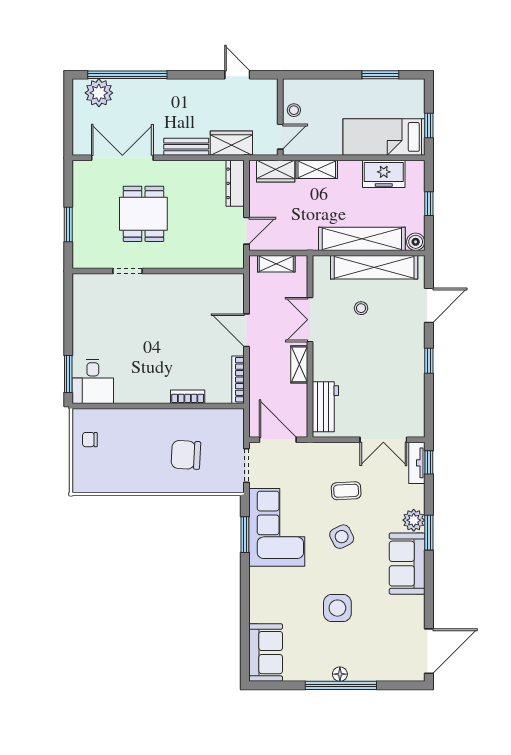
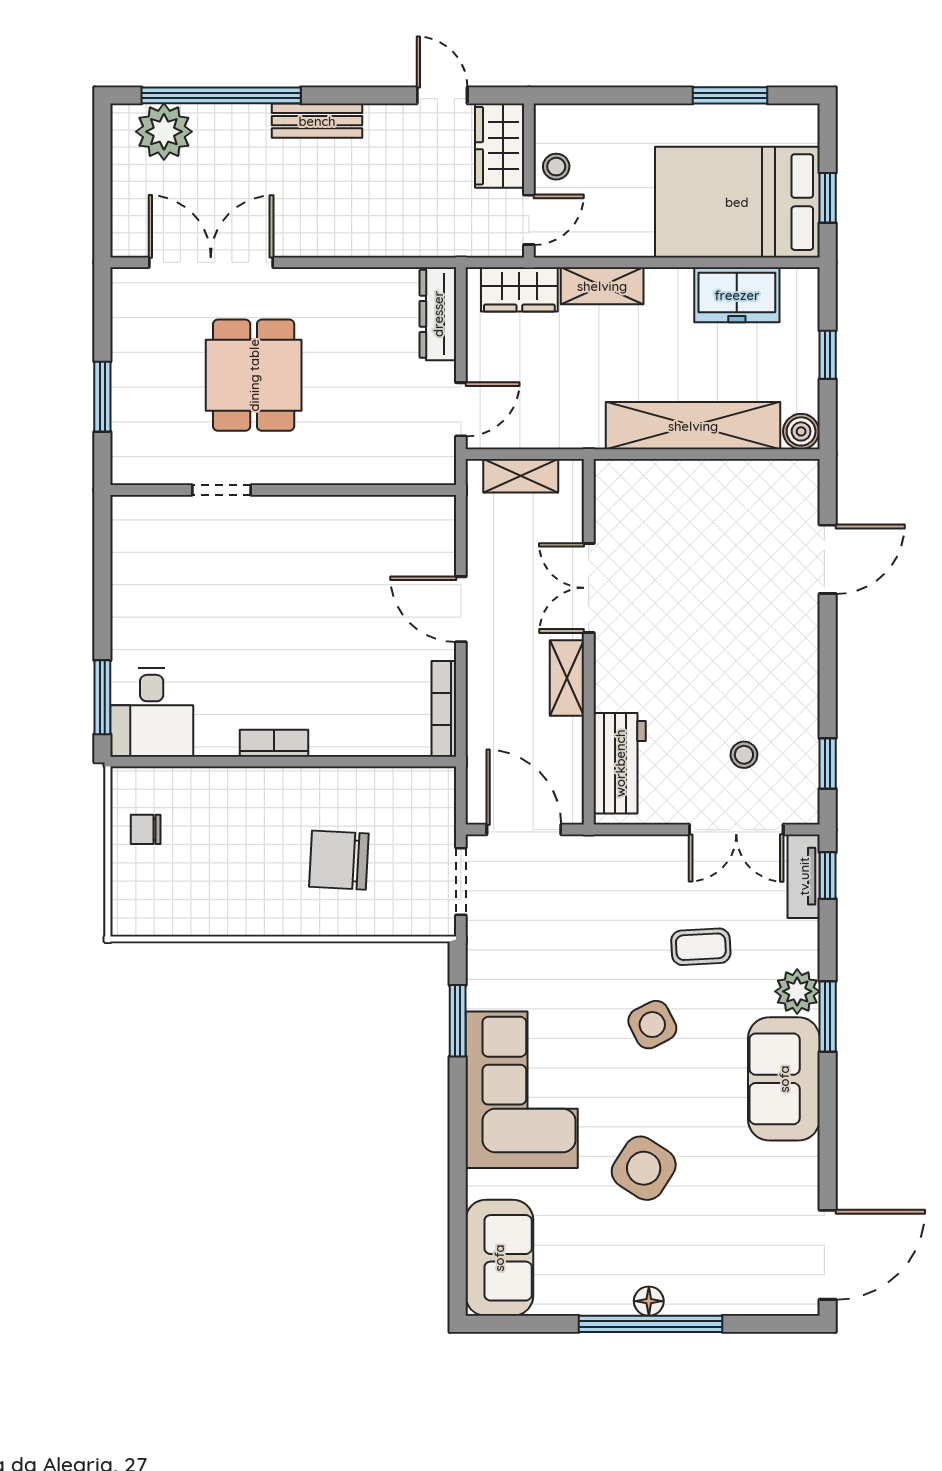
bed: (384, 137) -> (737, 202), width x1.50
wardrobe: (231, 143) -> (500, 146), moved, turned -90
bench: (186, 147) -> (317, 121), moved
shelving: (374, 267) -> (717, 483), removed
stool: (361, 308) -> (744, 755), moved
window: (429, 361) -> (828, 763), moved
bookcase: (188, 397) -> (274, 743), moved
coffee table: (346, 491) -> (701, 947), moved
corner sofa: (277, 527) -> (522, 1090), moved
side table: (337, 608) -> (644, 1168), turned 33

